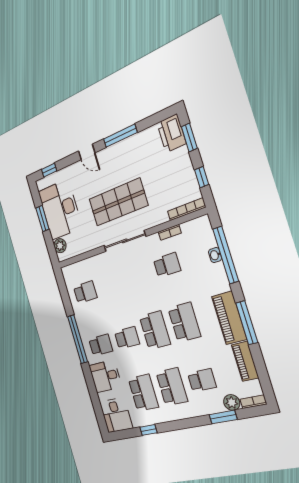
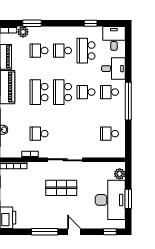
shop shelf: (118, 202) -> (61, 188), width x0.70, depth x0.74
school desk: (172, 387) -> (63, 51), width x0.54

